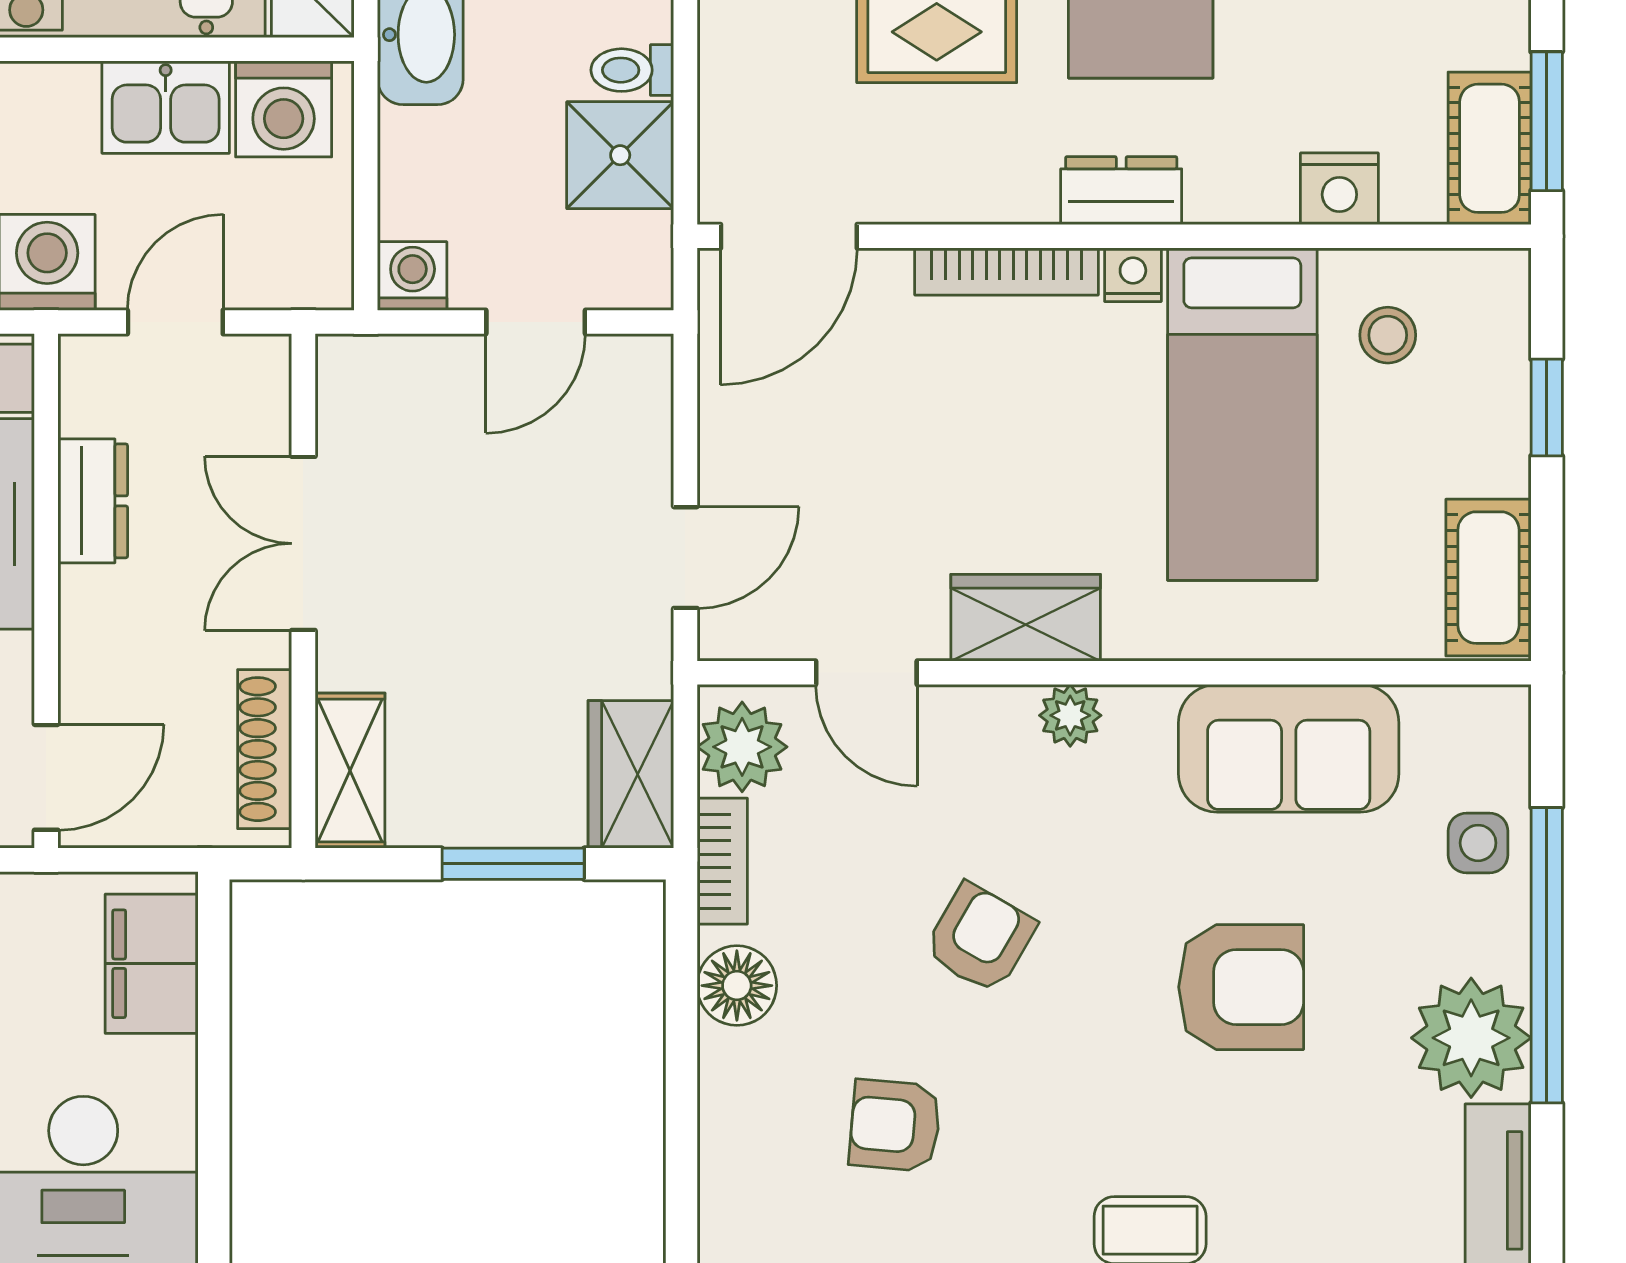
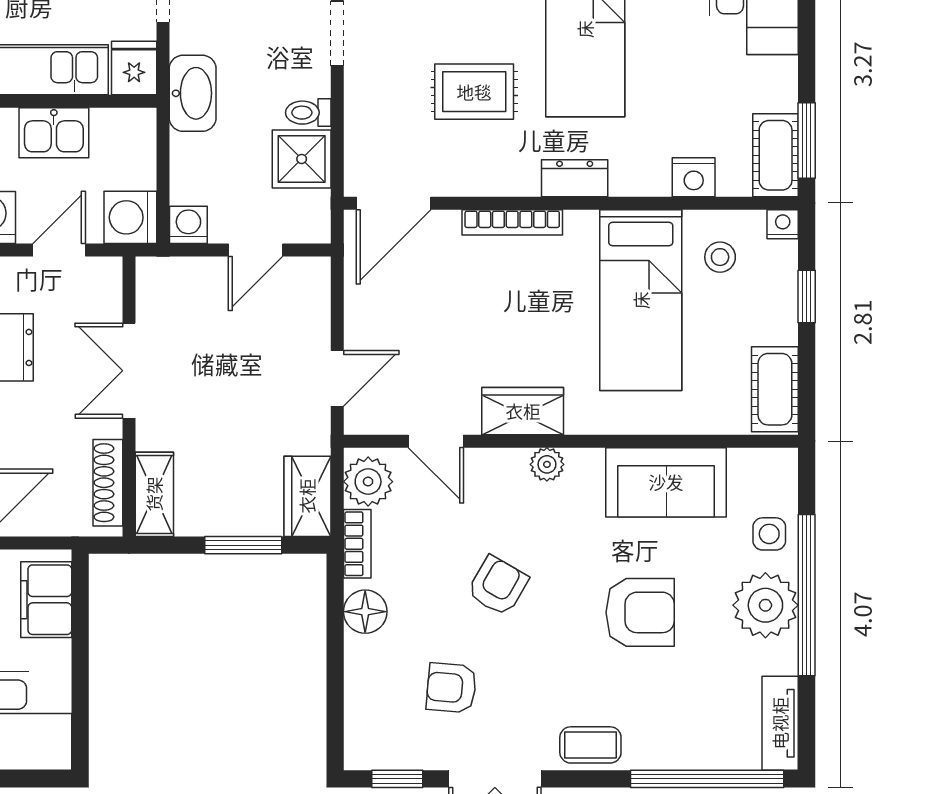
washing machine: (284, 109) -> (130, 217), moved, turned 90
nightstand: (1133, 275) -> (783, 224), moved
plant: (1471, 1038) -> (765, 605), moved

